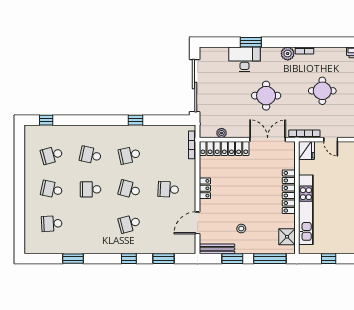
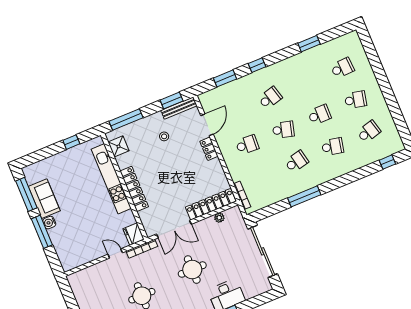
window: (135, 120) -> (304, 196), width x2.17
locker: (205, 188) -> (209, 149), moved
window: (232, 259) -> (172, 101), moved

